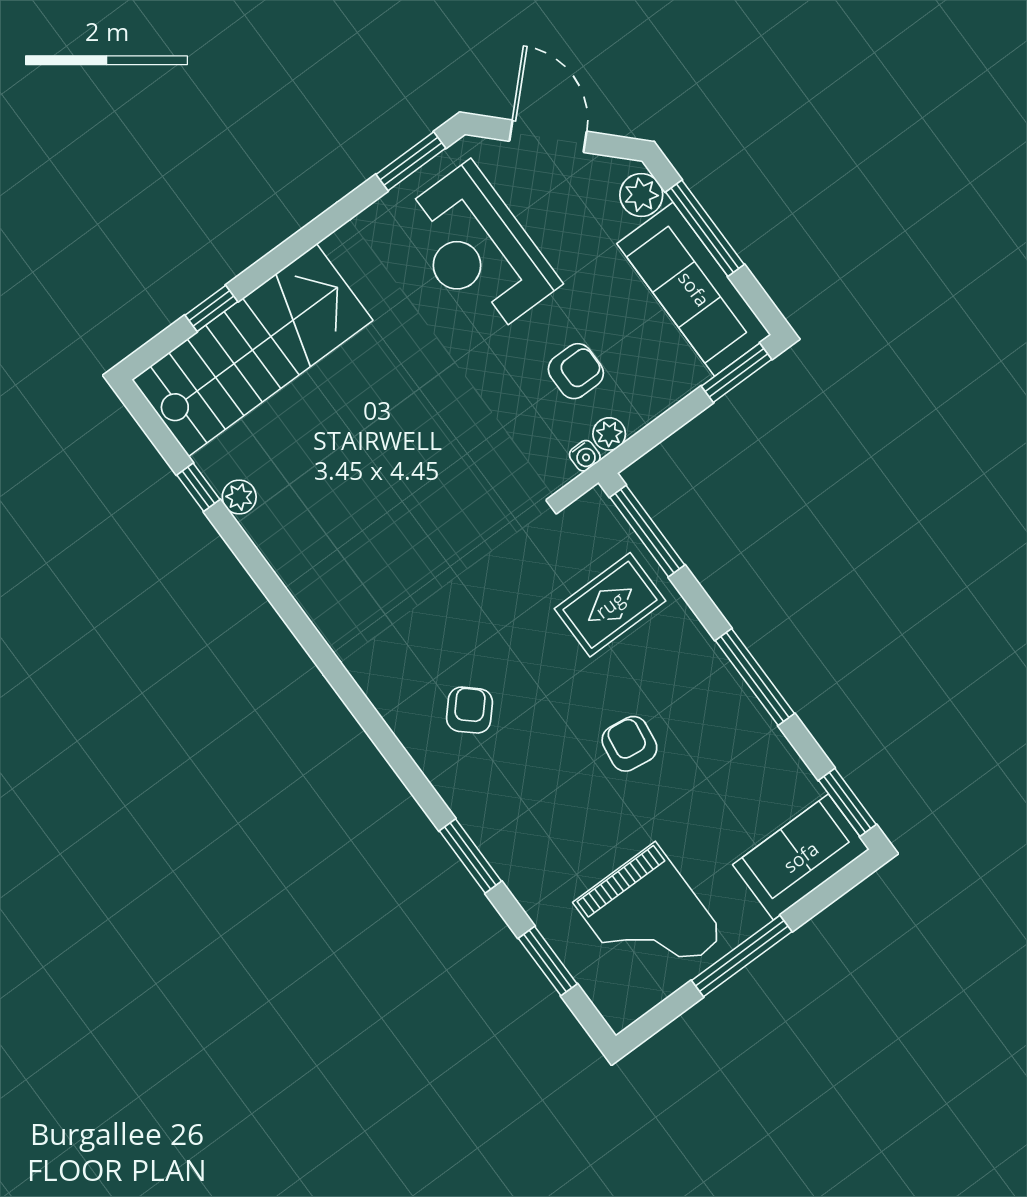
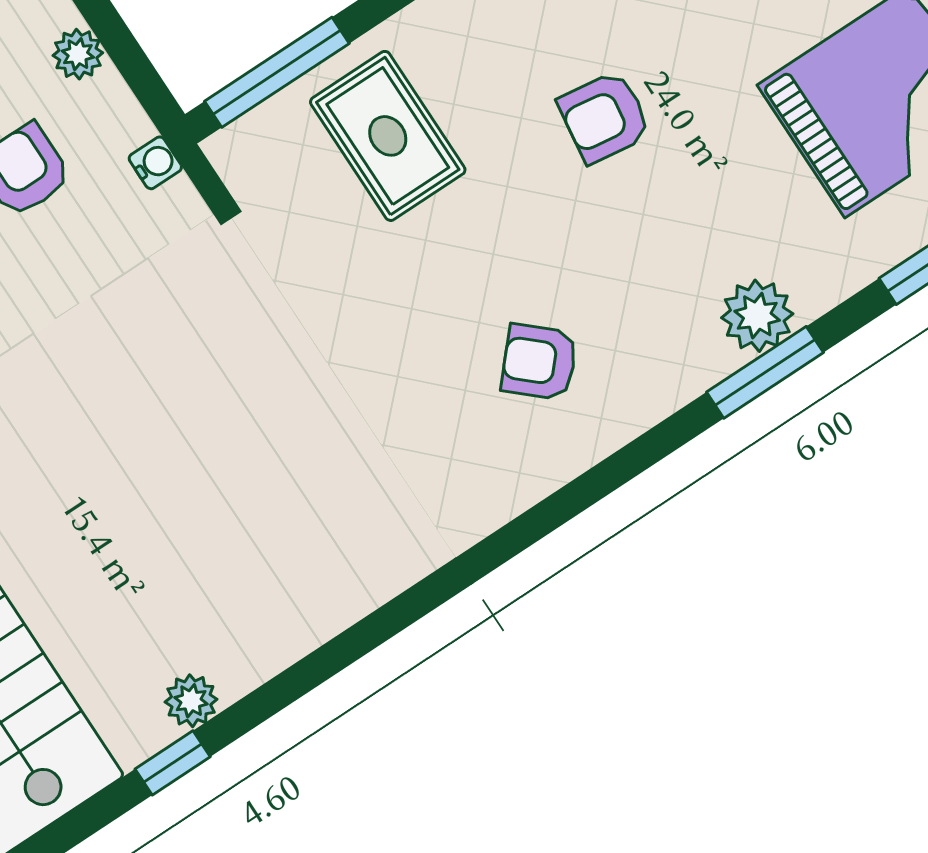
plant: (609, 434) -> (78, 54), moved
plant: (507, 849) -> (757, 316), added

